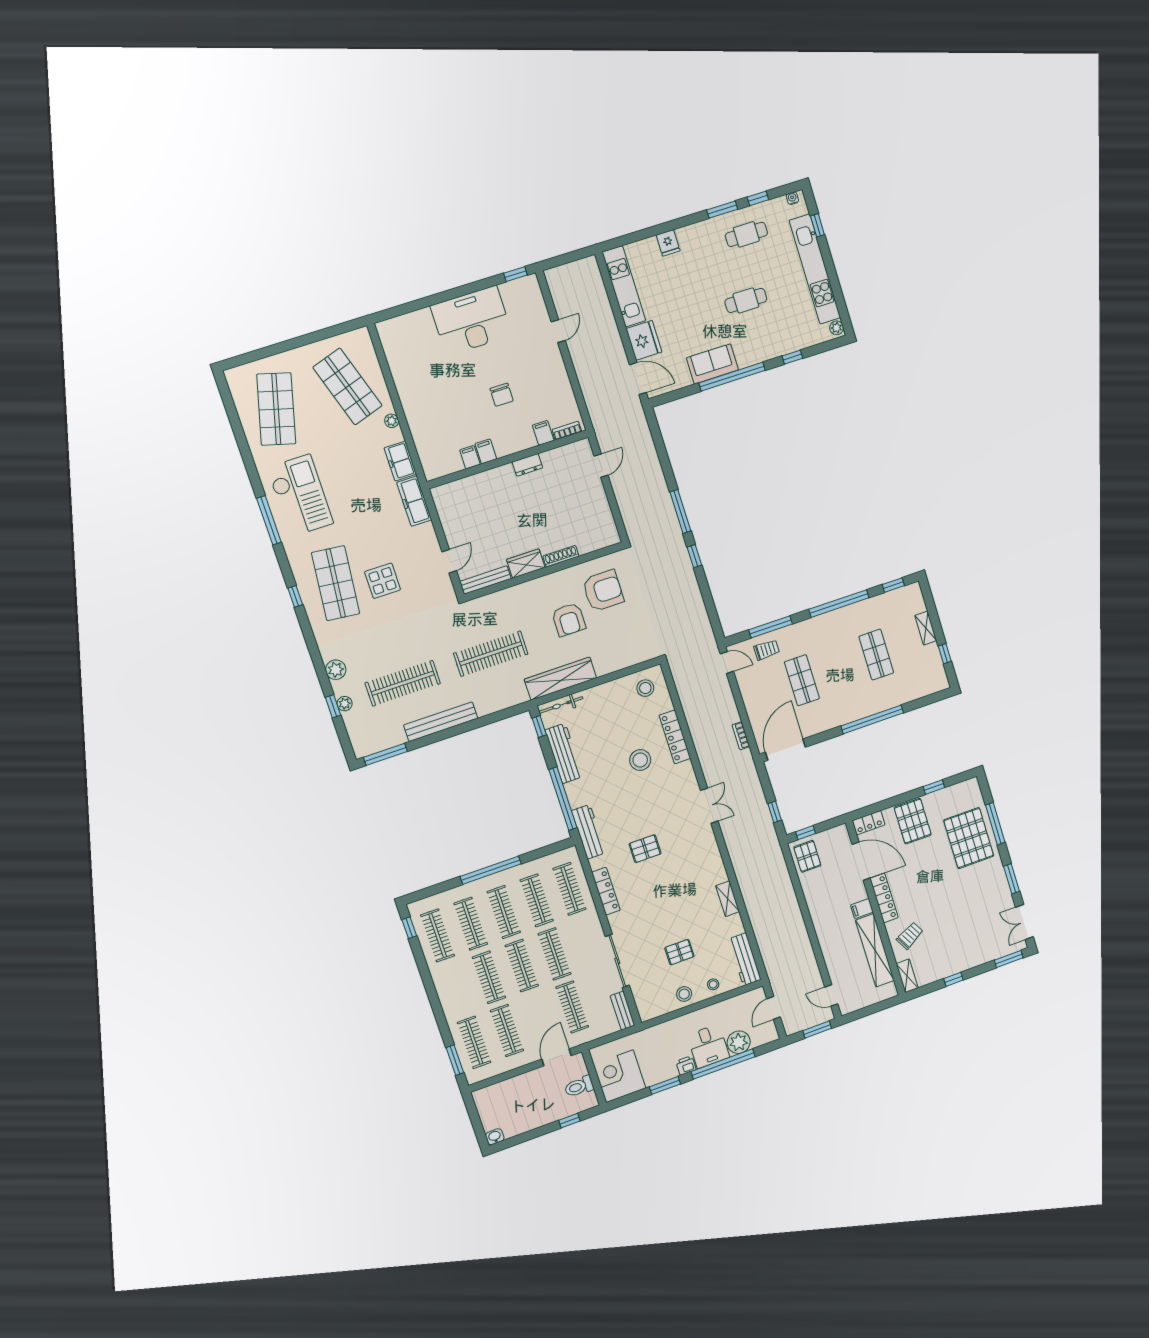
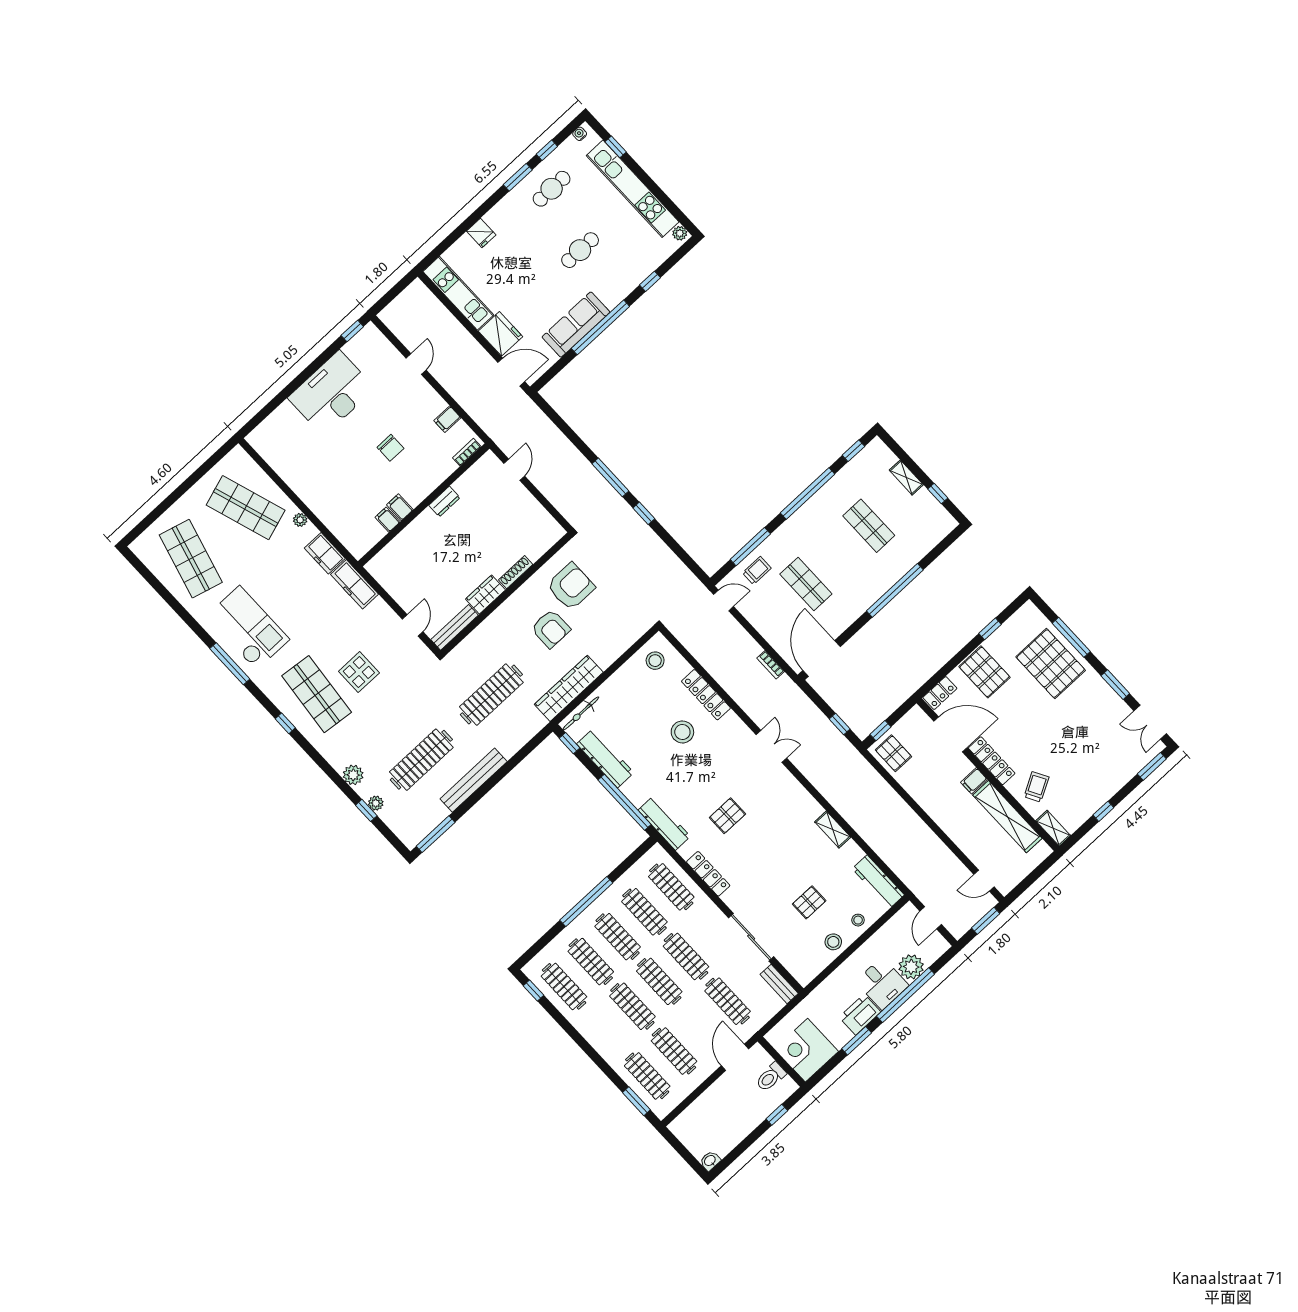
sofa: (712, 364) -> (576, 325), width x1.36
filing cabinet: (543, 433) -> (447, 419), moved, turned -90
printer: (686, 1065) -> (860, 1015), width x1.87, depth x1.48

